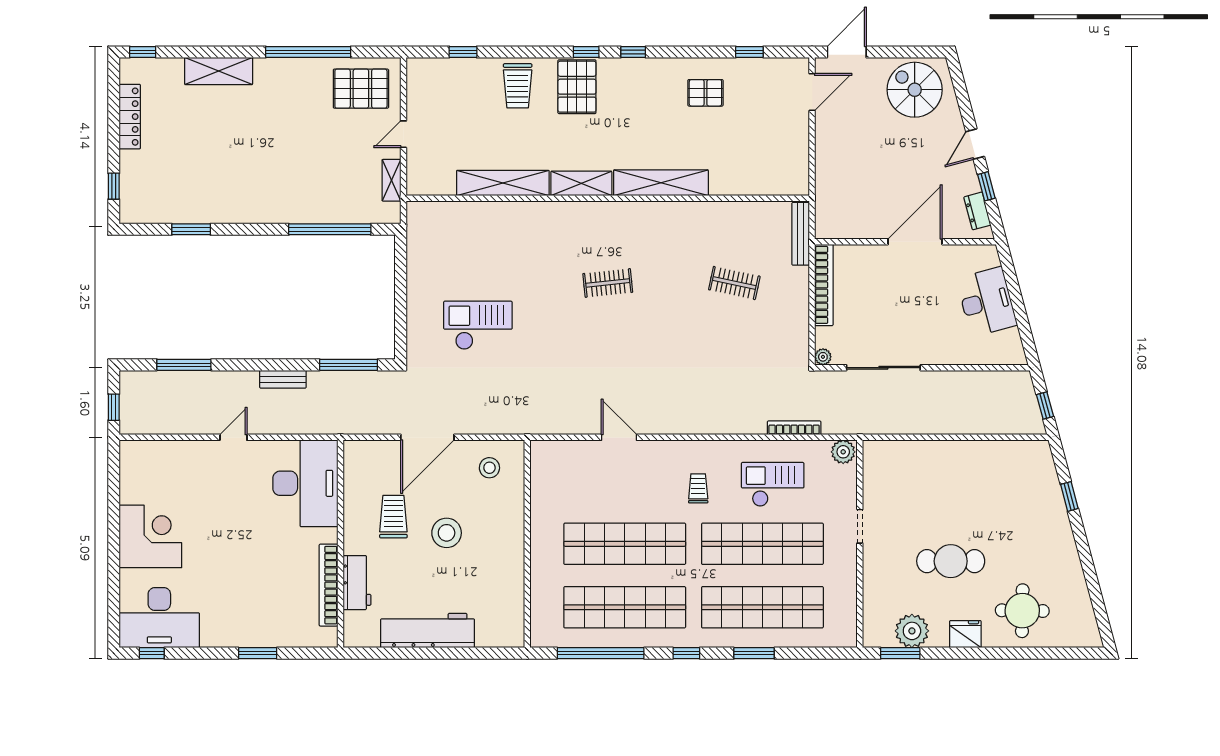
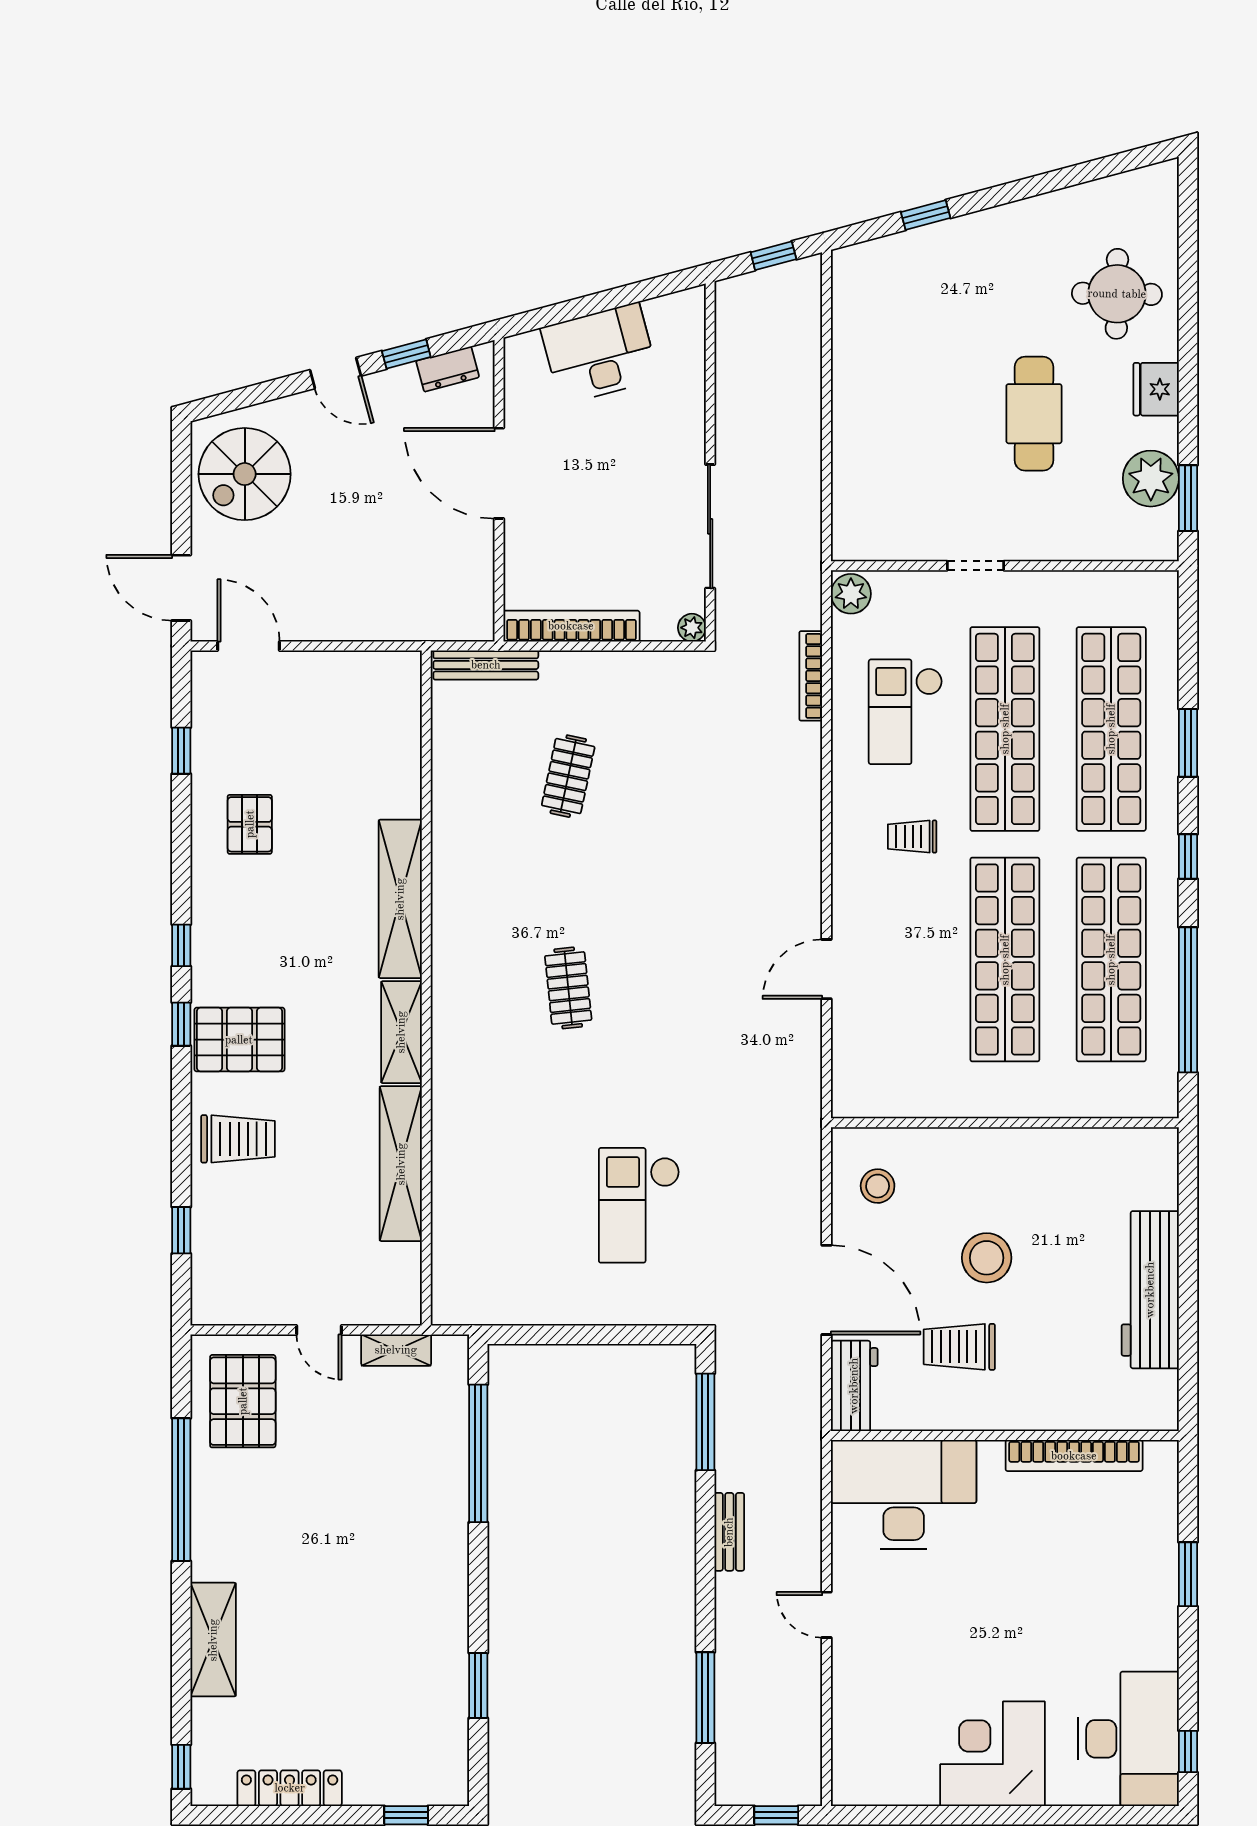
workbench: (357, 583) -> (854, 1386), moved, turned 90

